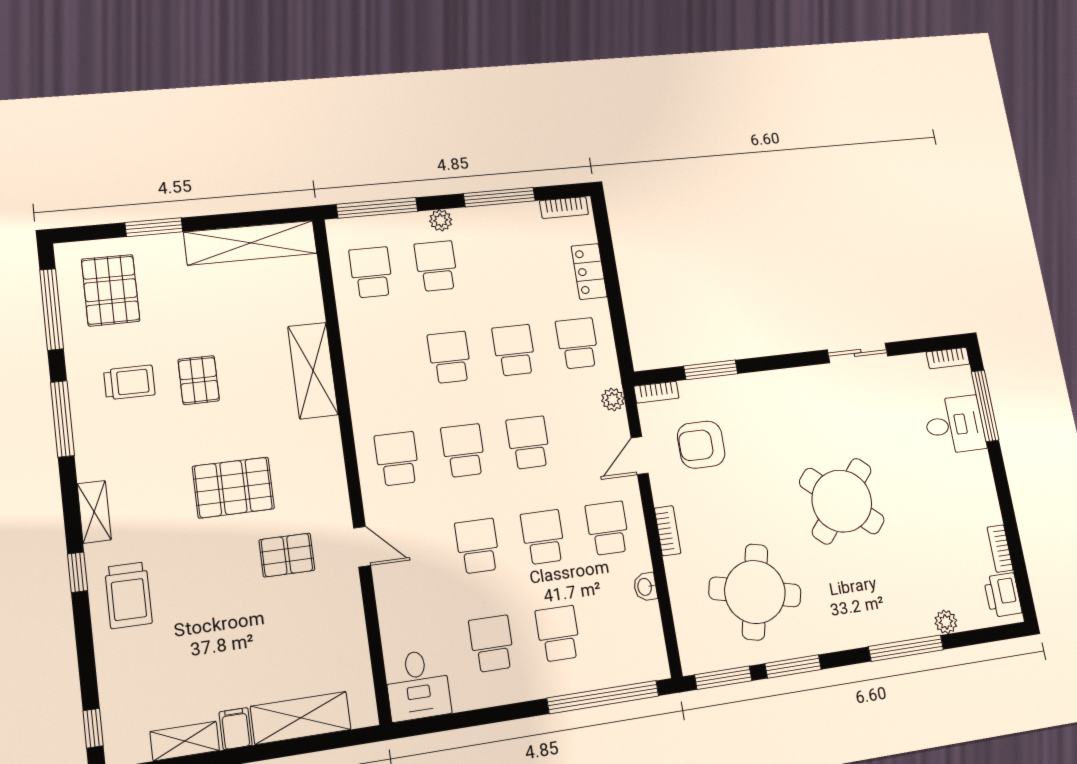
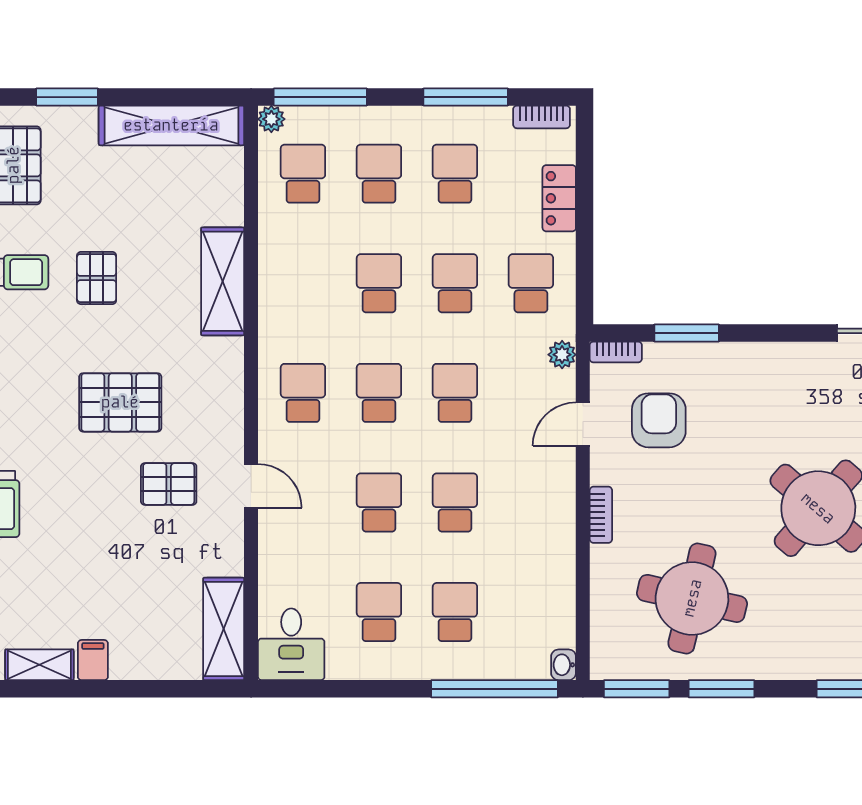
plant: (441, 220) -> (271, 119), moved
armchair: (701, 445) -> (659, 420), turned 90
school desk: (608, 528) -> (455, 174), moved
washbasin: (645, 587) -> (564, 665), moved
shelving: (301, 718) -> (224, 629), moved, turned 90

